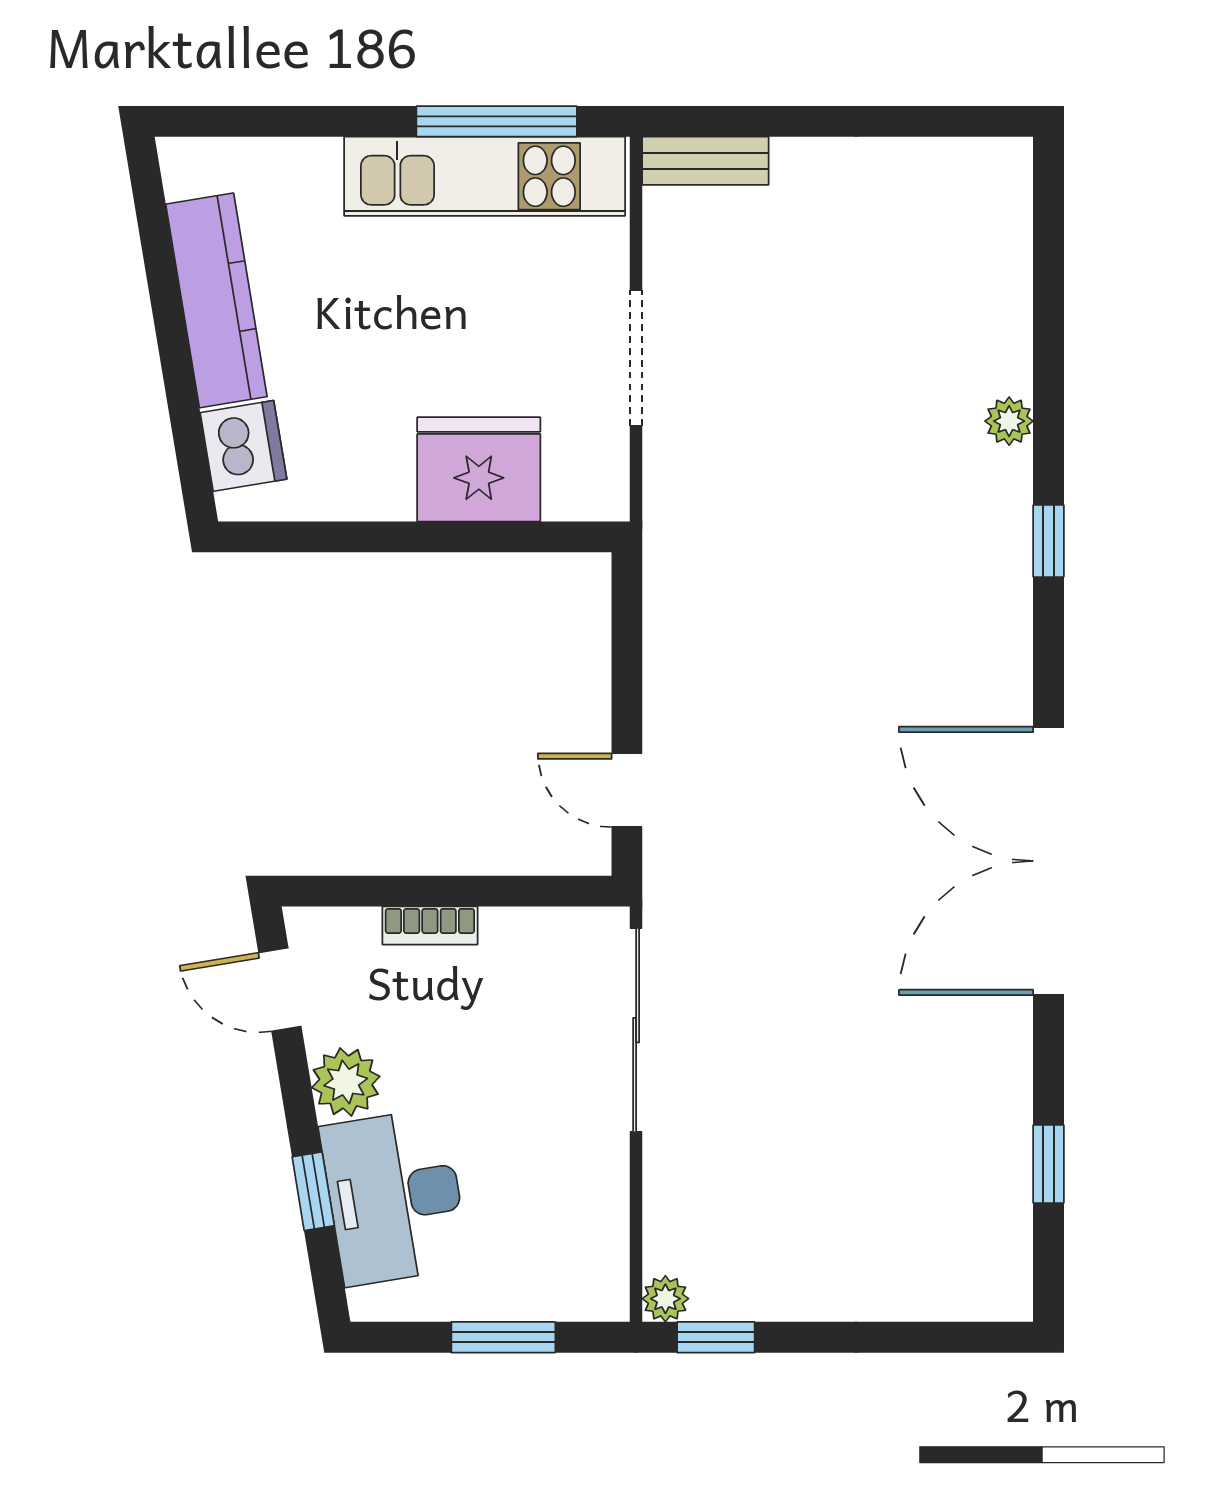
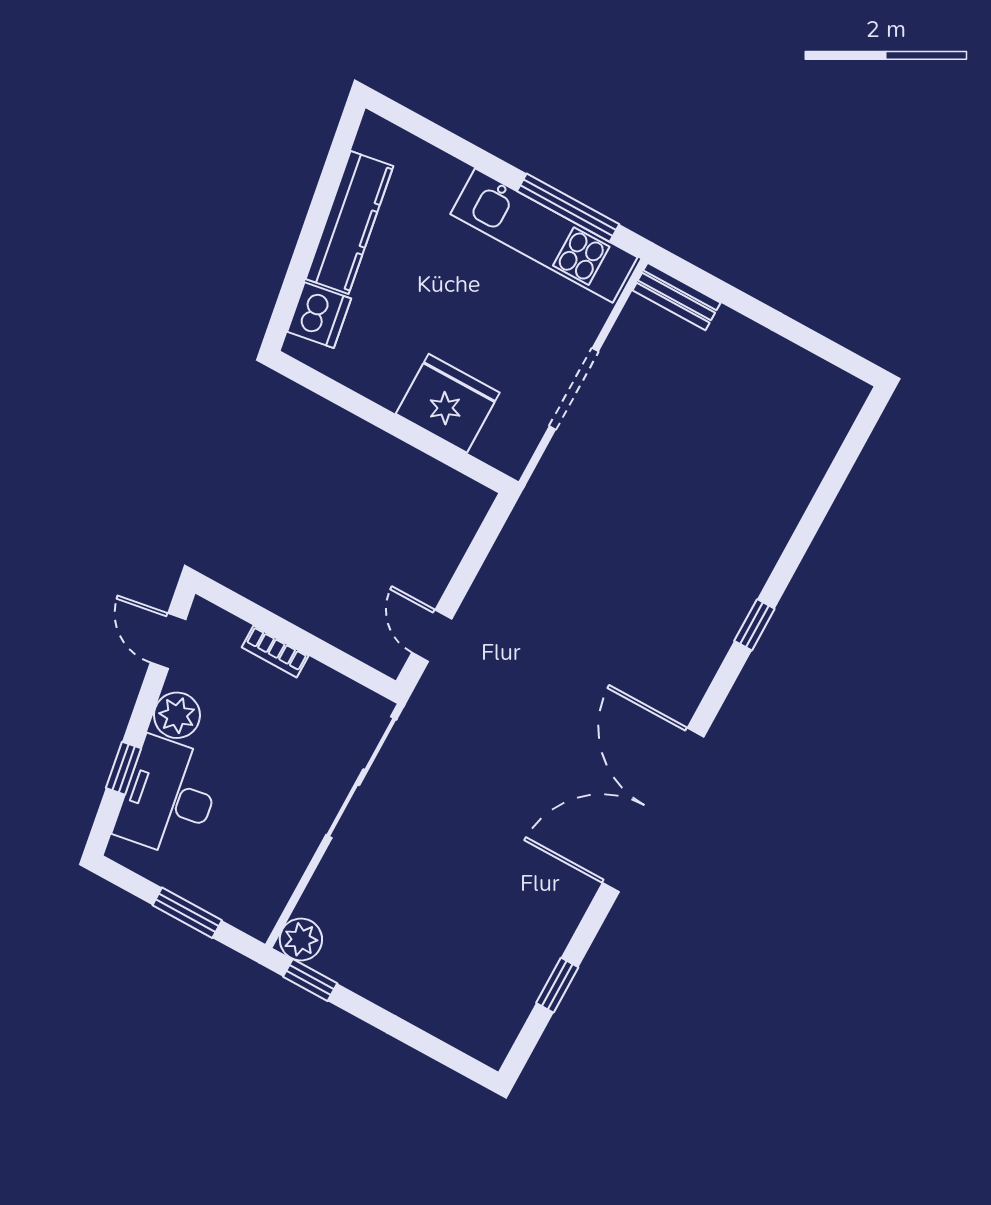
plant: (1009, 421) -> (770, 543), removed
plant: (665, 1299) -> (301, 940), width x1.38, depth x1.38

